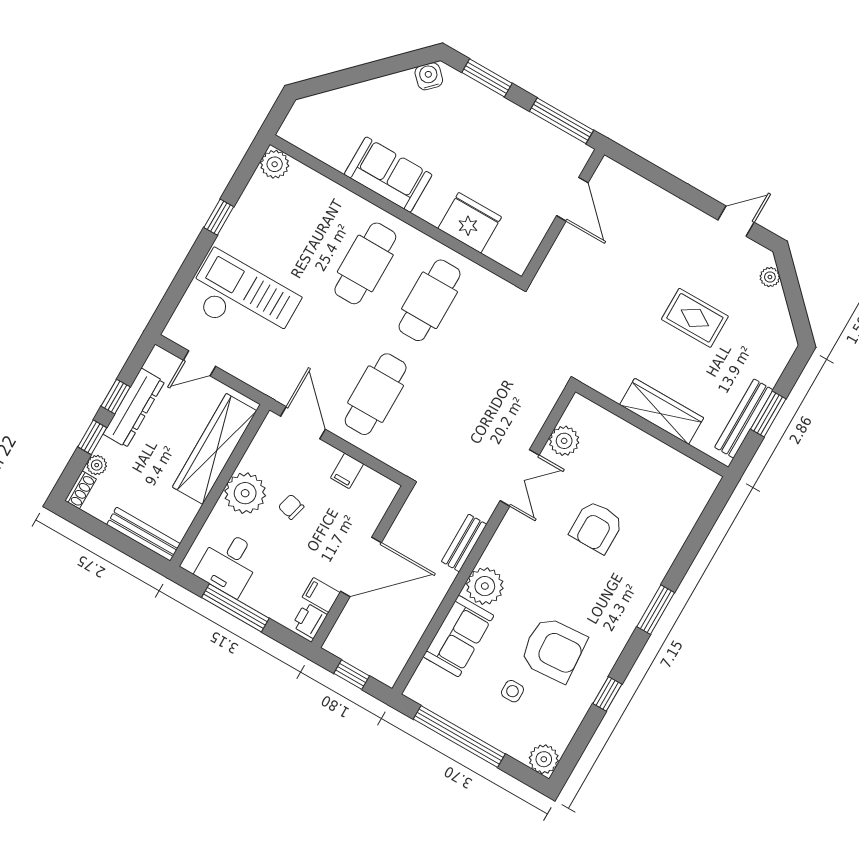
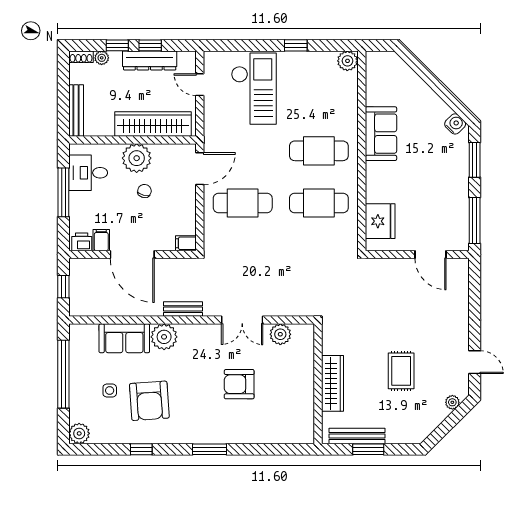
door: (572, 199) -> (431, 255), hinge flipped
fridge: (470, 223) -> (380, 221), moved
filing cabinet: (347, 471) -> (186, 243), moved

